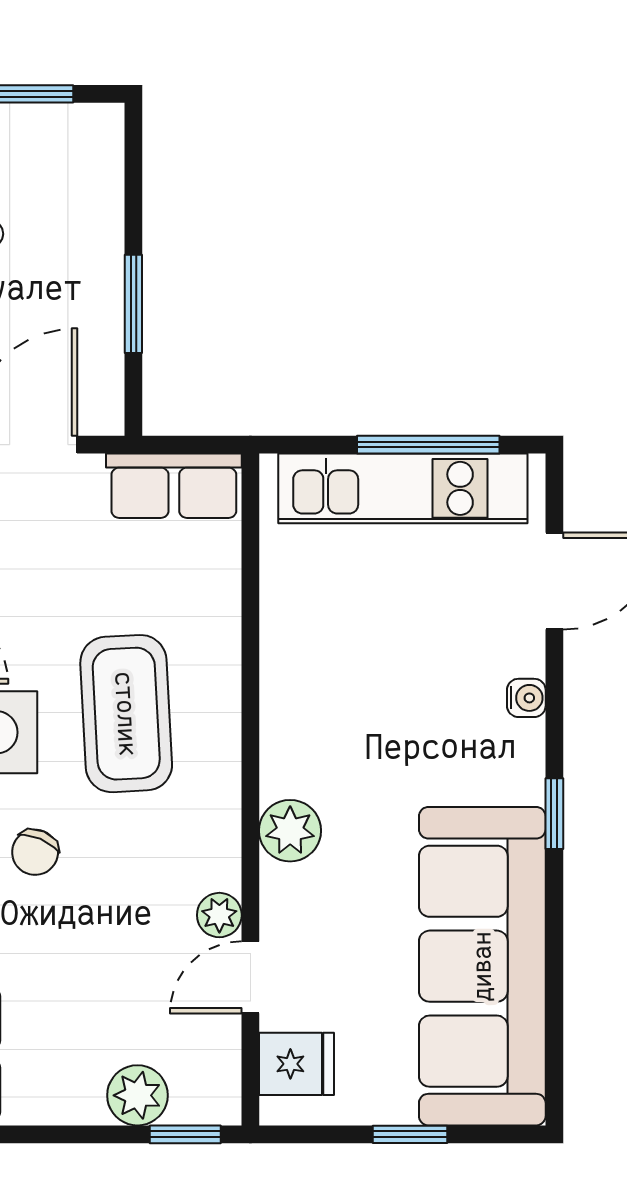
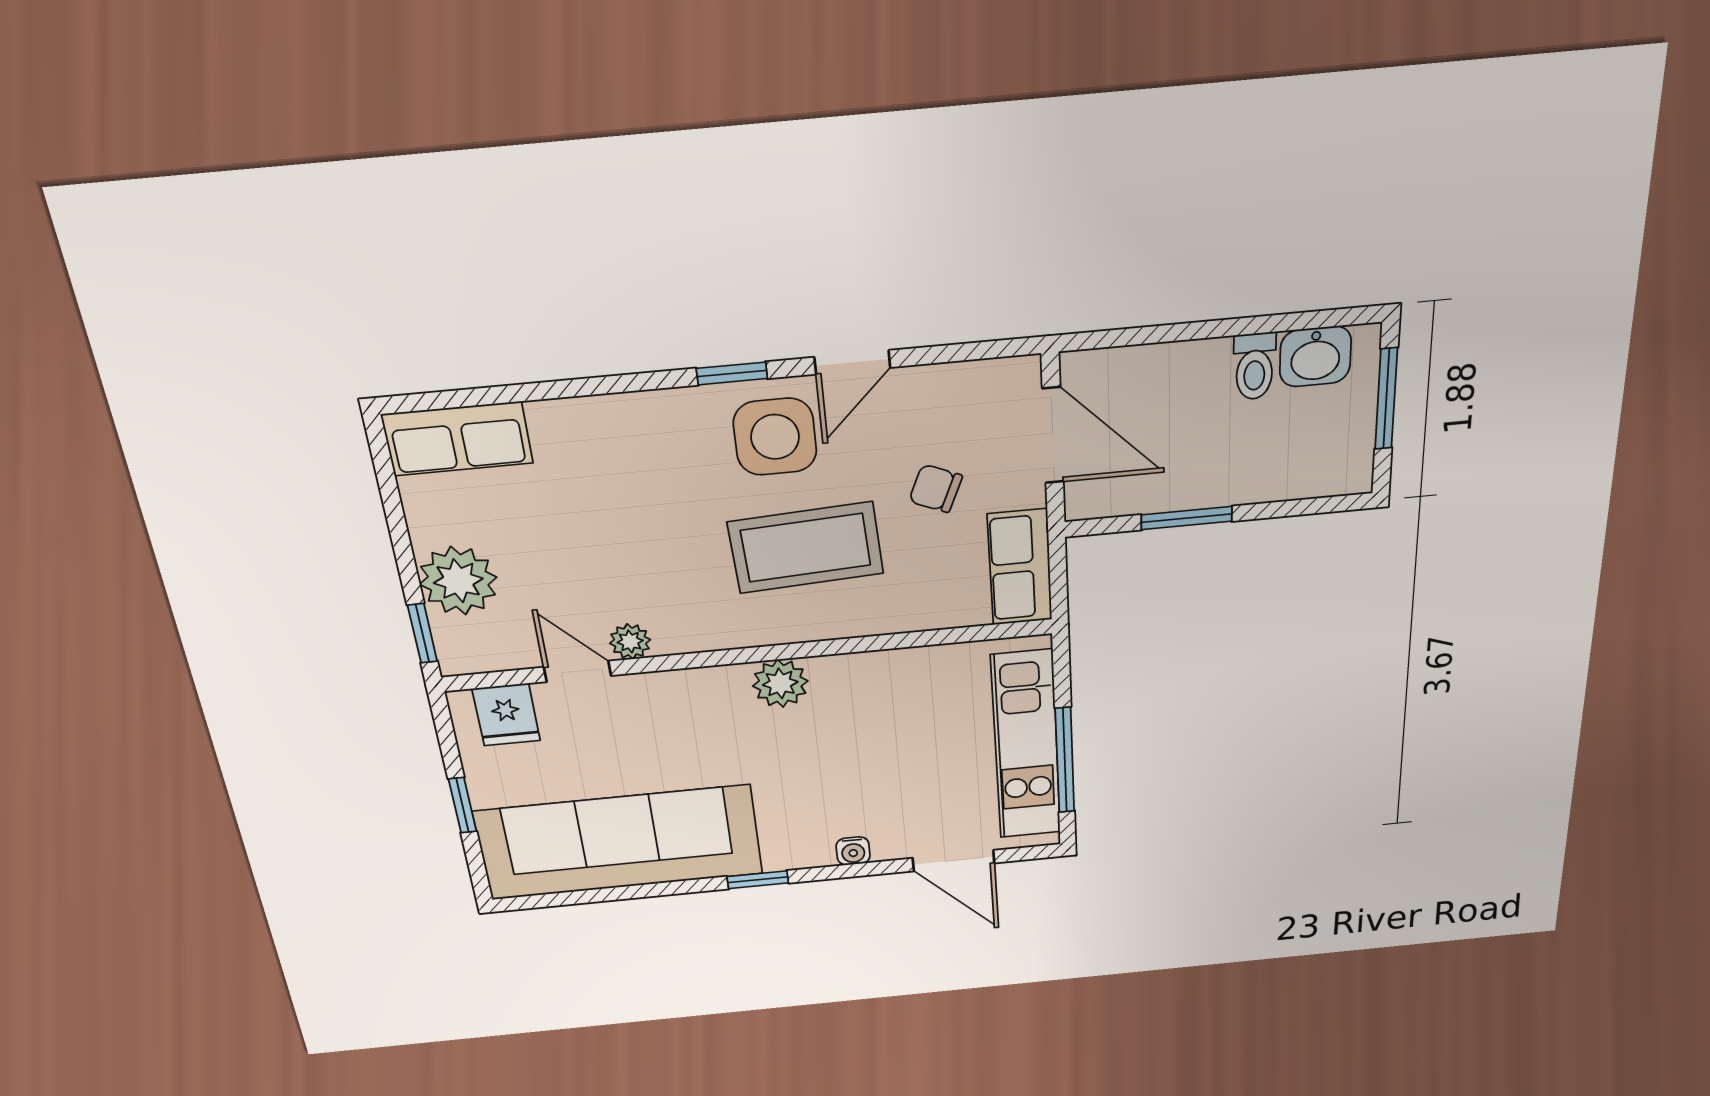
plant: (290, 831) -> (780, 683), moved
chair: (35, 852) -> (936, 488), moved
plant: (137, 1095) -> (458, 581), width x1.36, depth x1.36

